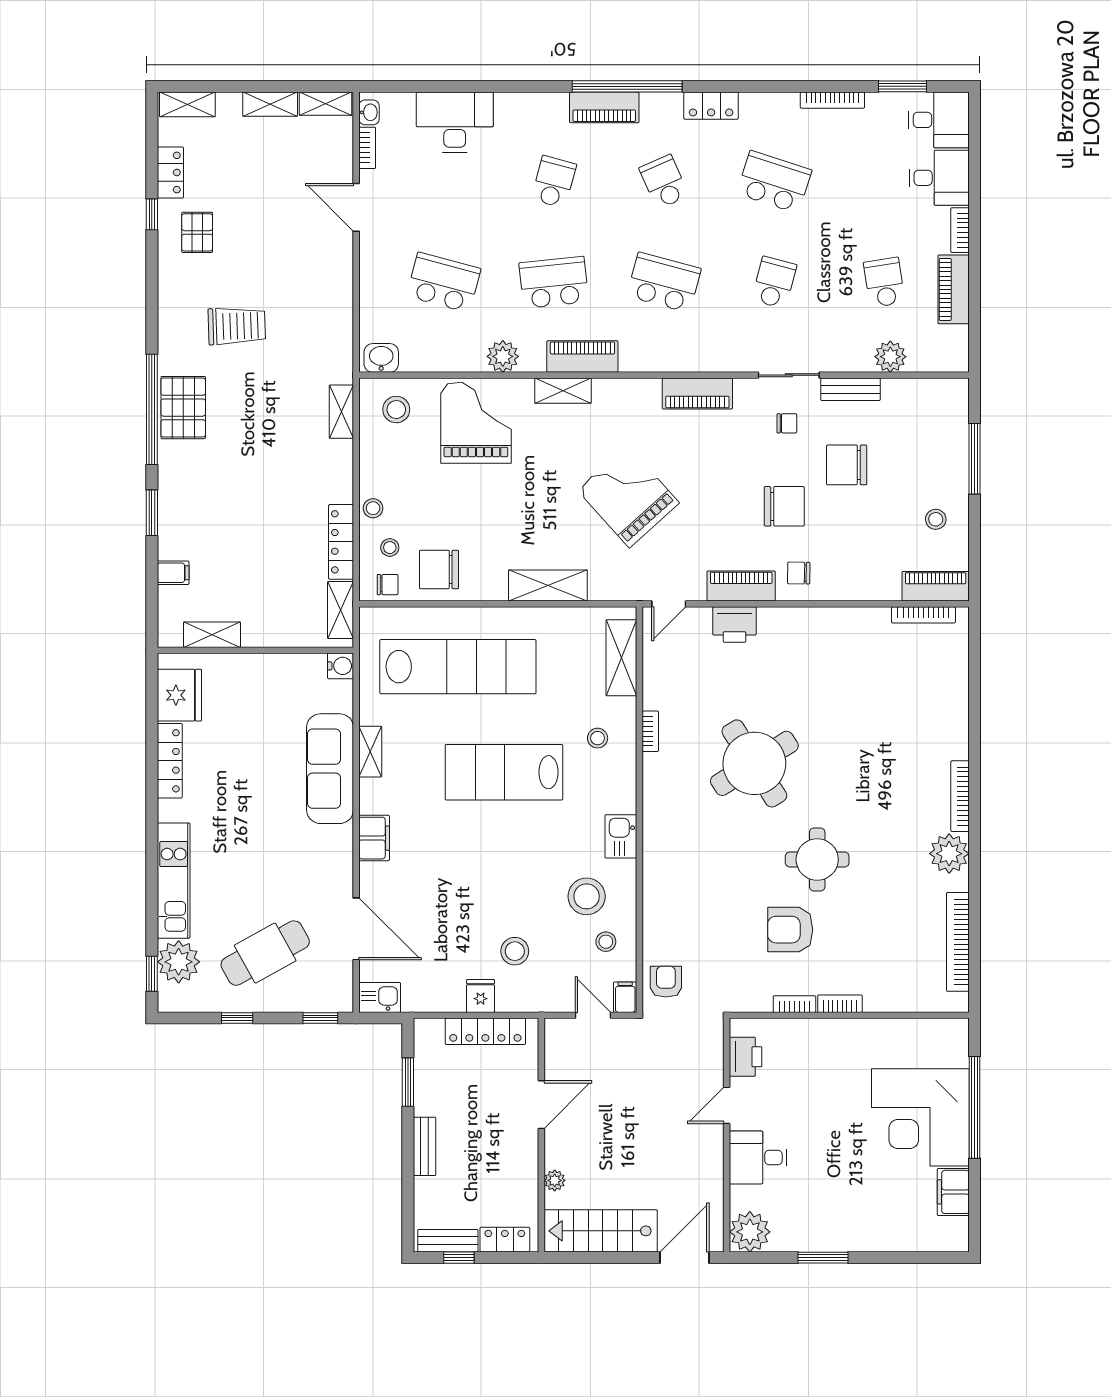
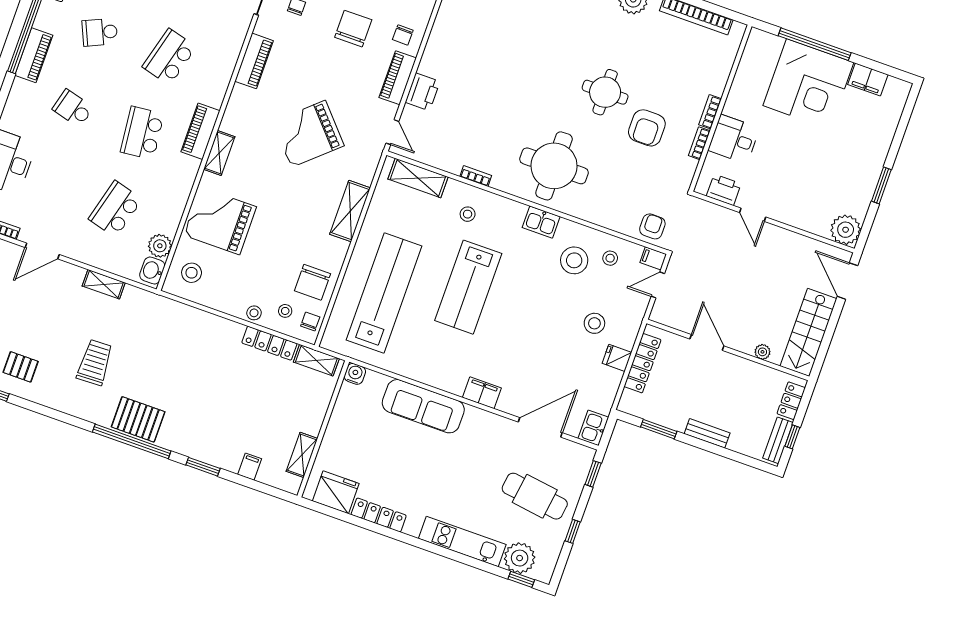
plant: (503, 356) -> (160, 246), moved
shelving: (341, 412) -> (104, 284), moved
shelving: (370, 752) -> (421, 374), removed
round table: (754, 763) -> (554, 166), moved, turned 32
cafe table: (265, 953) -> (535, 496), turned -53
armchair: (666, 982) -> (652, 226), turned 90
desk: (758, 1157) -> (734, 139), moved, turned 90

